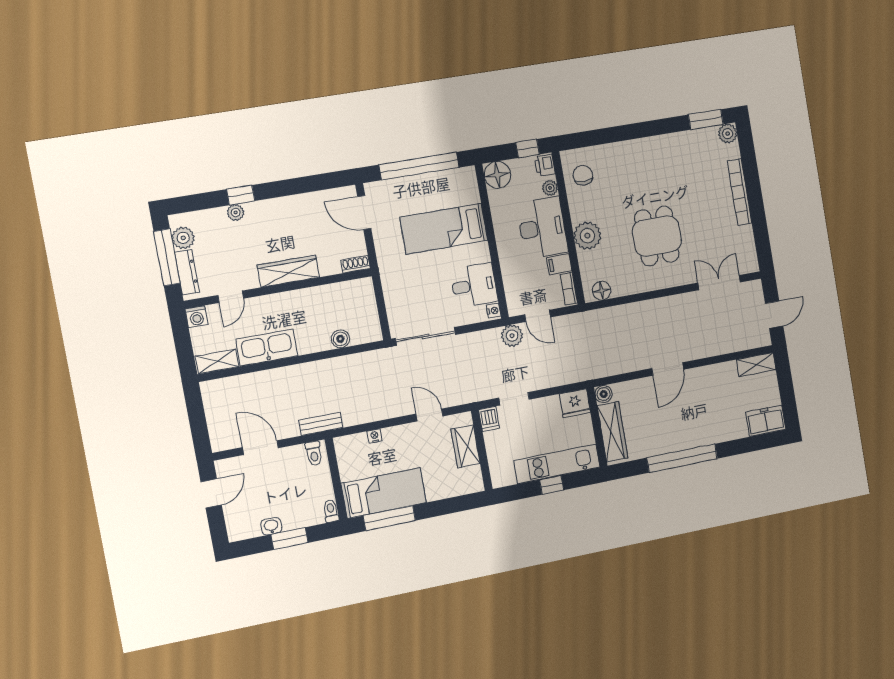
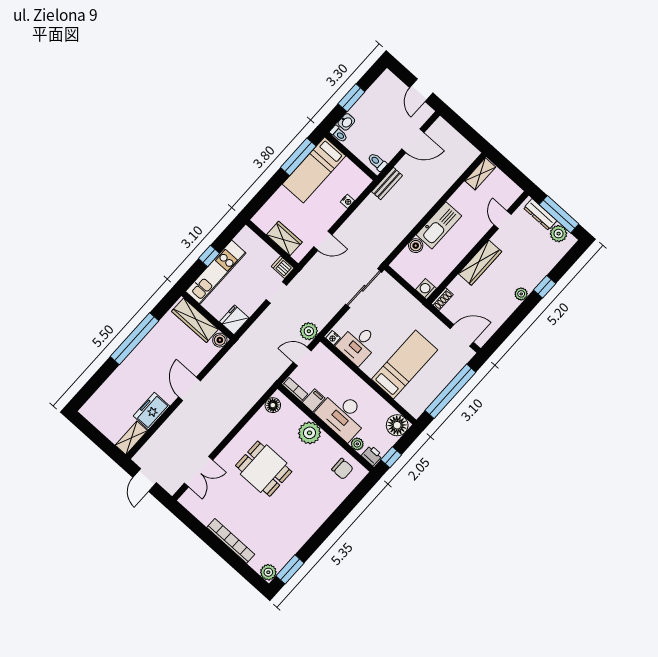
plant: (236, 213) -> (521, 294), moved
washing machine: (197, 317) -> (426, 289), moved
kitchen sink: (267, 348) -> (439, 225), moved
freezer: (766, 421) -> (151, 411), moved, turned 180
washbasin: (271, 526) -> (346, 122), moved

